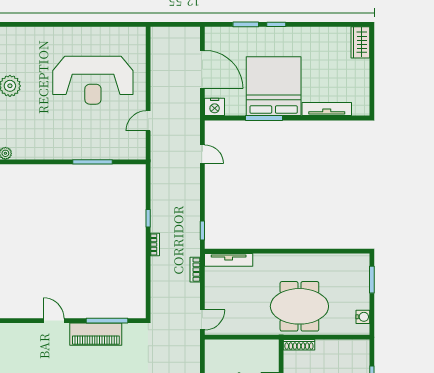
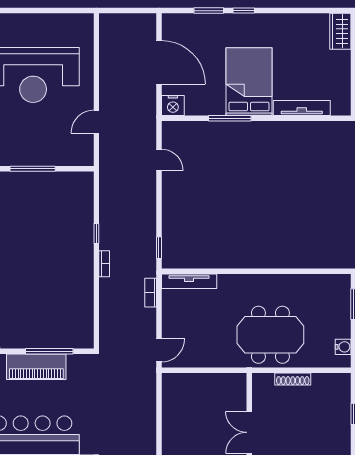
bed: (274, 86) -> (249, 82), width x0.73
shoe rack: (299, 345) -> (293, 379), moved

